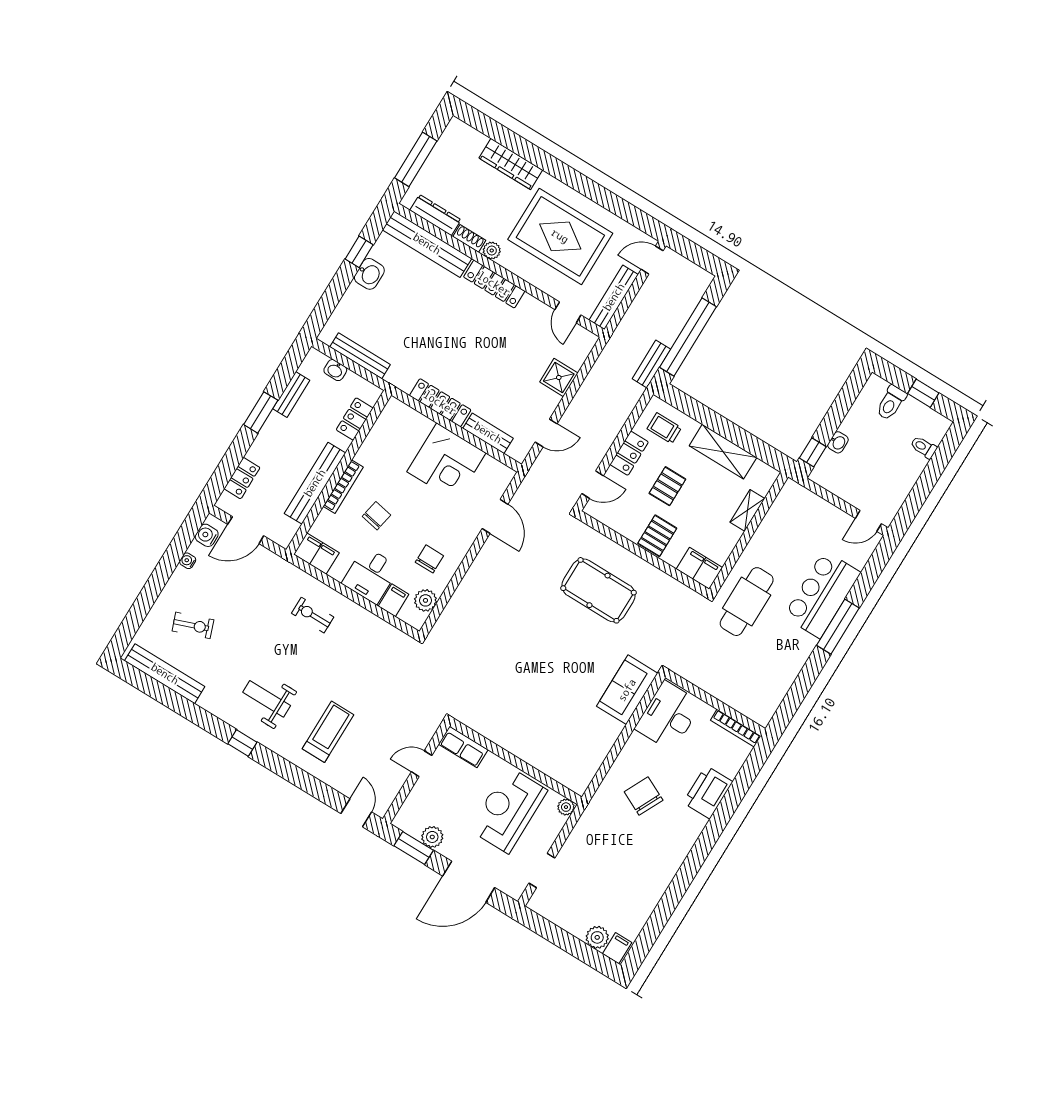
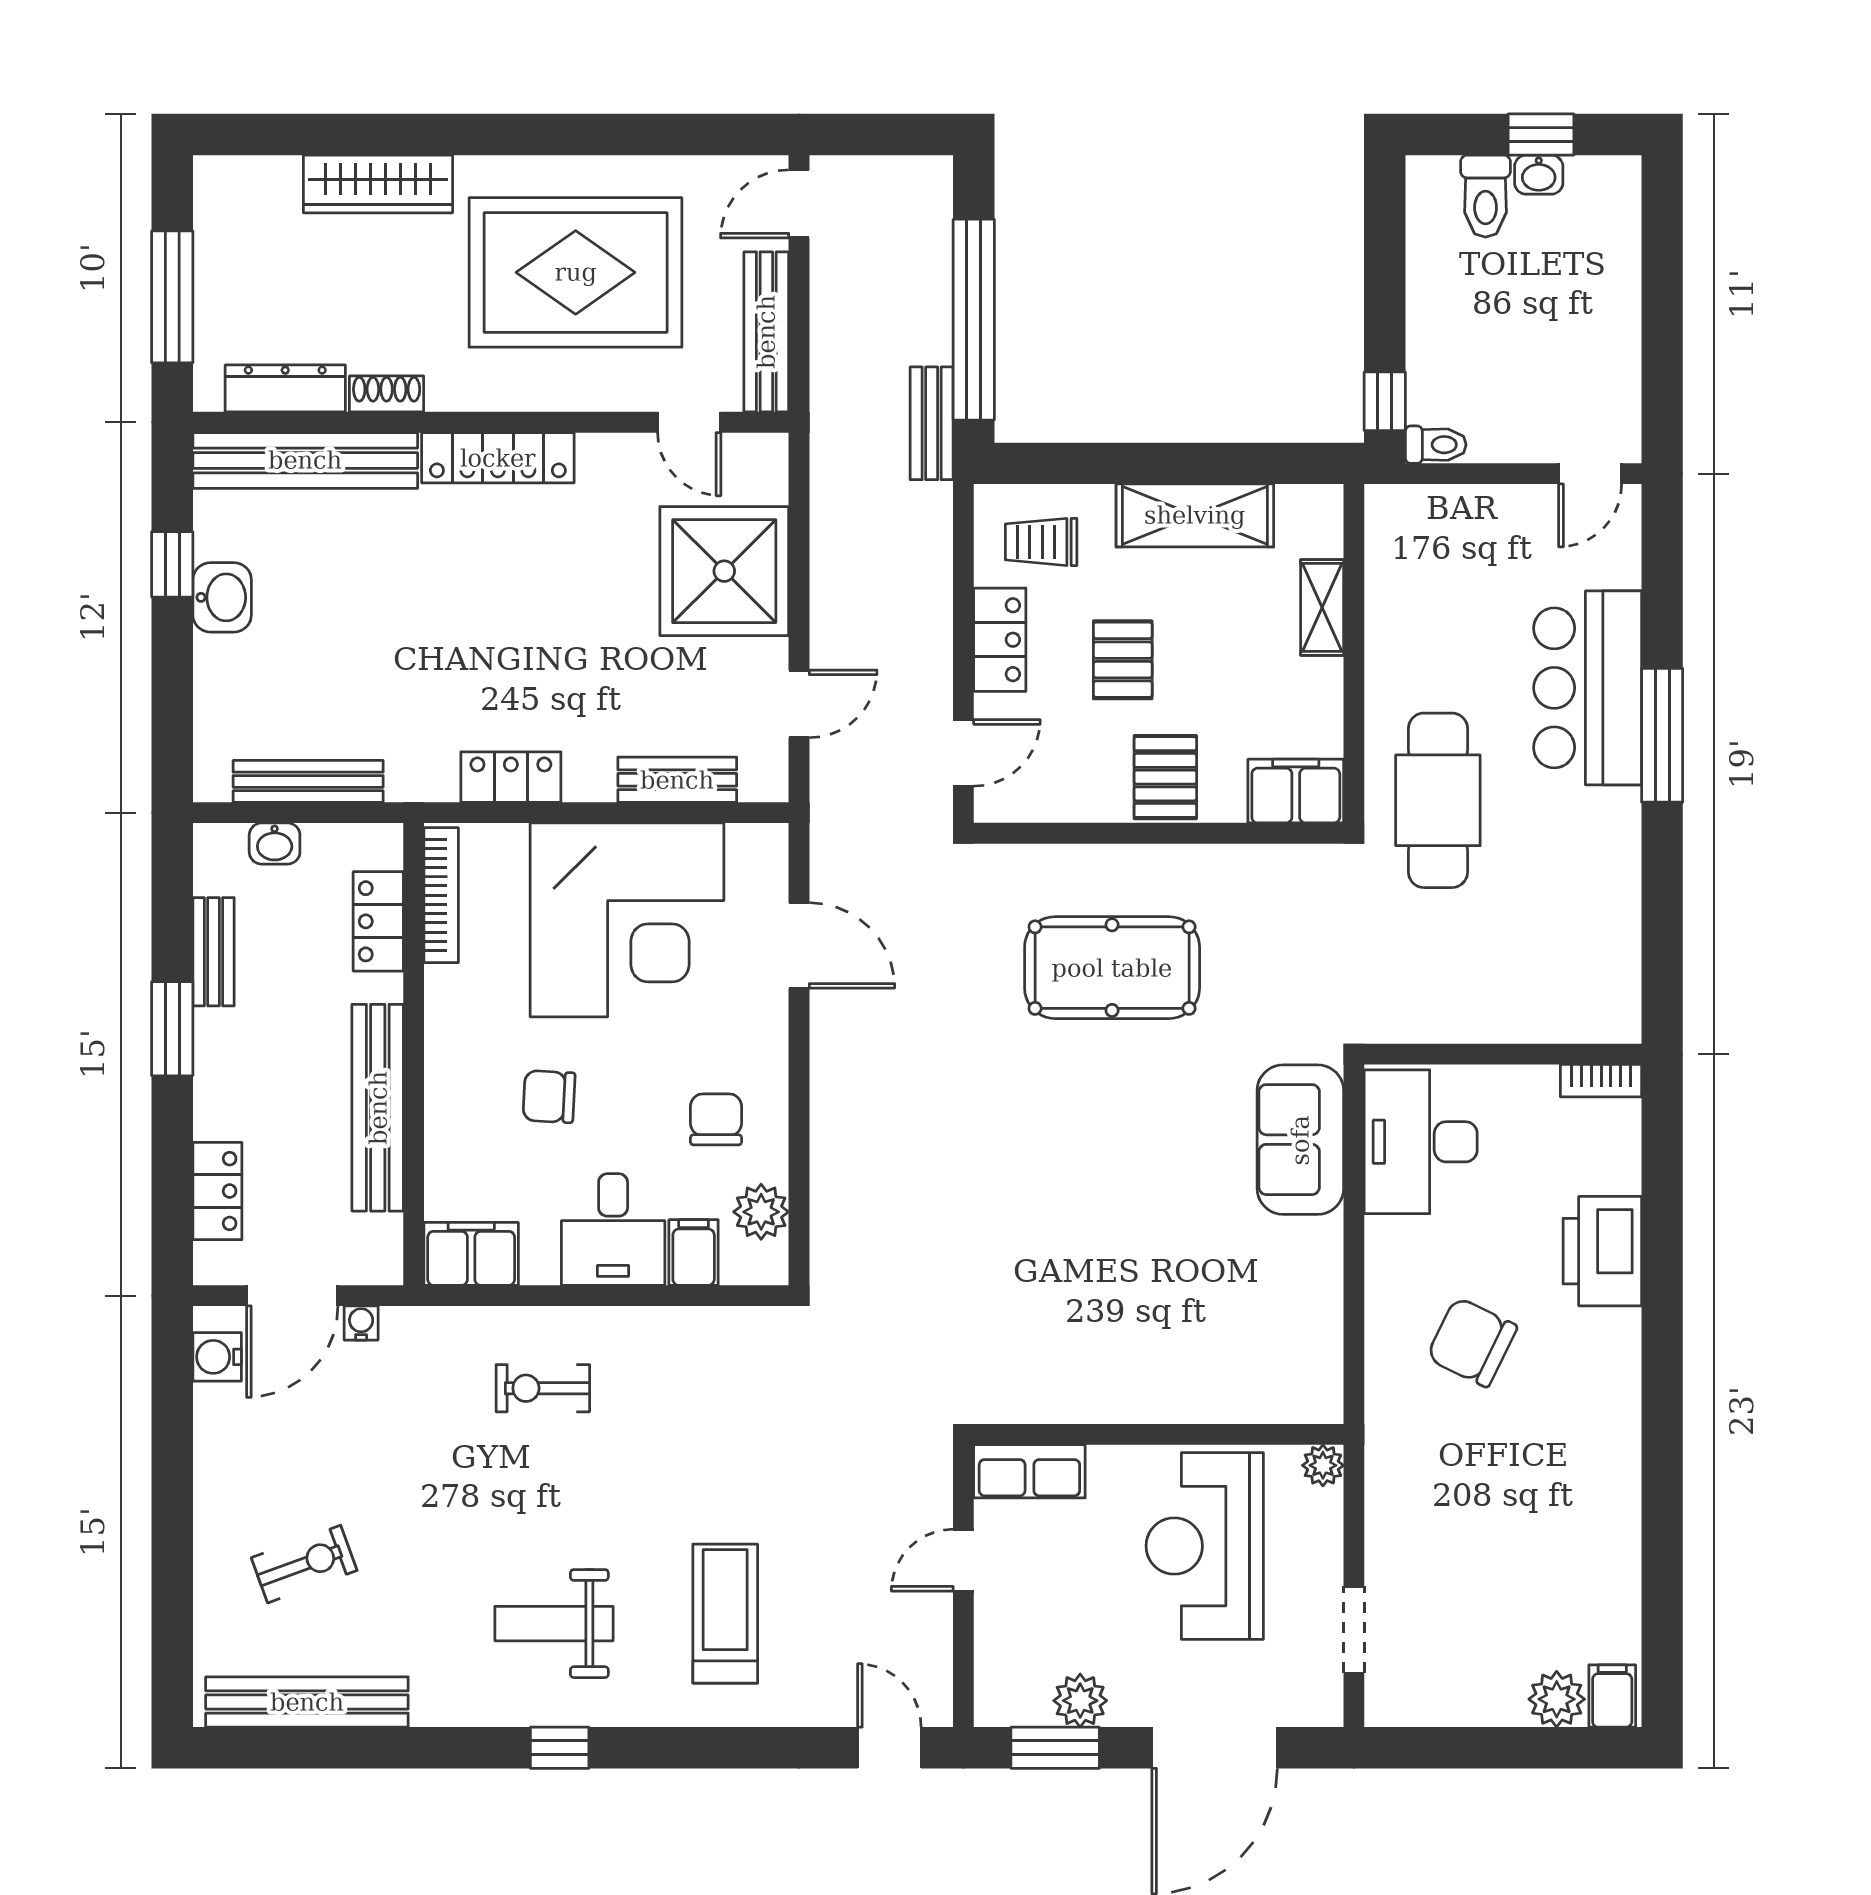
plant: (492, 250) -> (449, 390), removed
shower: (559, 377) -> (724, 571), width x1.86, depth x1.86
locker: (440, 403) -> (511, 777), width x0.66
washbasin: (838, 442) -> (1539, 175), moved, turned 90
toilet: (924, 447) -> (1436, 445), moved, turned 180
corner desk: (446, 462) -> (627, 920), width x1.36, depth x1.36
bookcase: (343, 487) -> (441, 895), moved
chair: (377, 516) -> (549, 1097), turned -98
water cooler: (188, 561) -> (361, 1323), moved, turned 90
bookcase: (736, 728) -> (1601, 1081), width x0.64

